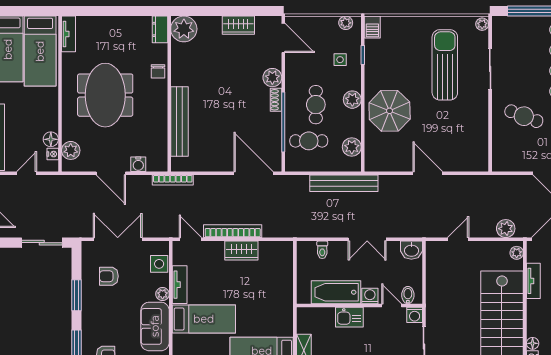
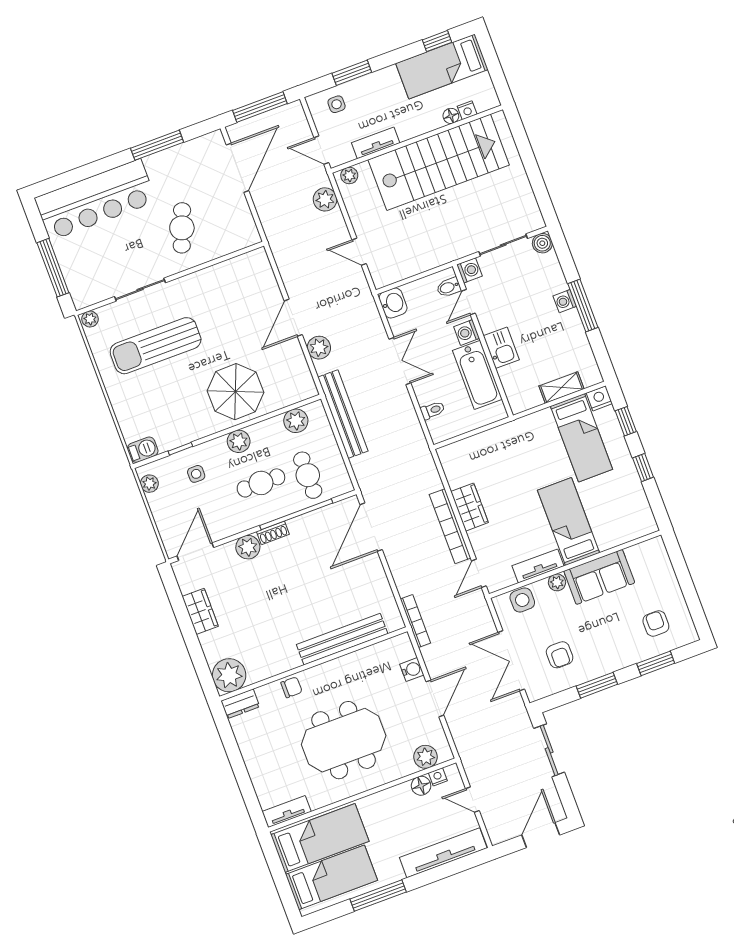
plant: (399, 184) -> (319, 348), added

